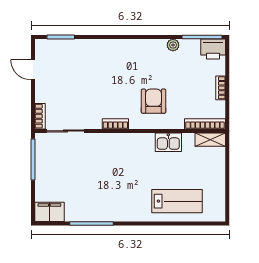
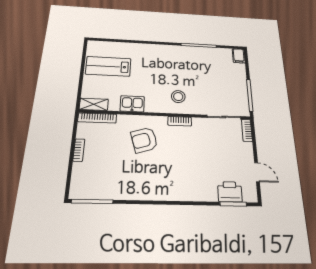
plant: (173, 45) -> (123, 194), removed
printer: (213, 49) -> (230, 192), moved
armchair: (154, 101) -> (144, 140), turned 73
stool: (117, 154) -> (178, 97), added
lab bench: (177, 201) -> (108, 66), moved
filing cabinet: (49, 212) -> (239, 56), width x0.50

